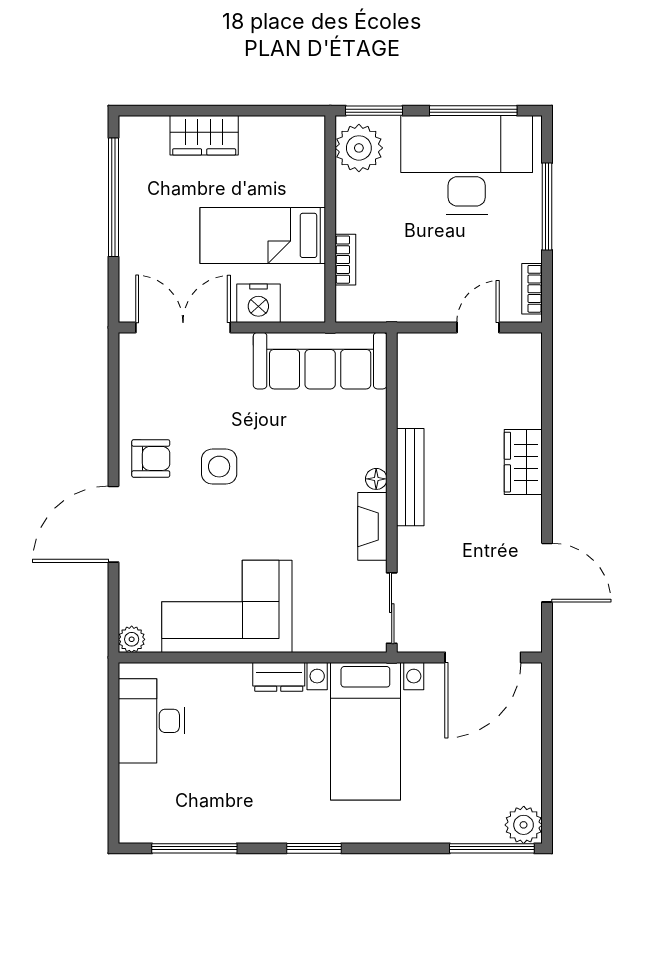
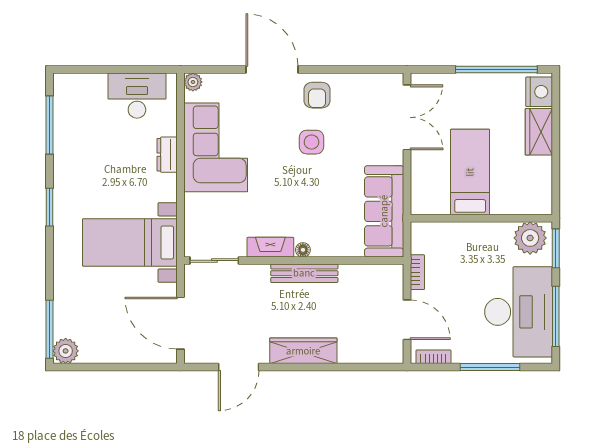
bookcase: (345, 260) -> (417, 272), moved, turned -90
nightstand: (258, 303) -> (539, 92), moved, turned 180
door: (478, 327) -> (407, 320), width x1.38
wardrobe: (523, 462) -> (303, 351), width x1.50
dresser: (279, 677) -> (167, 155), moved

